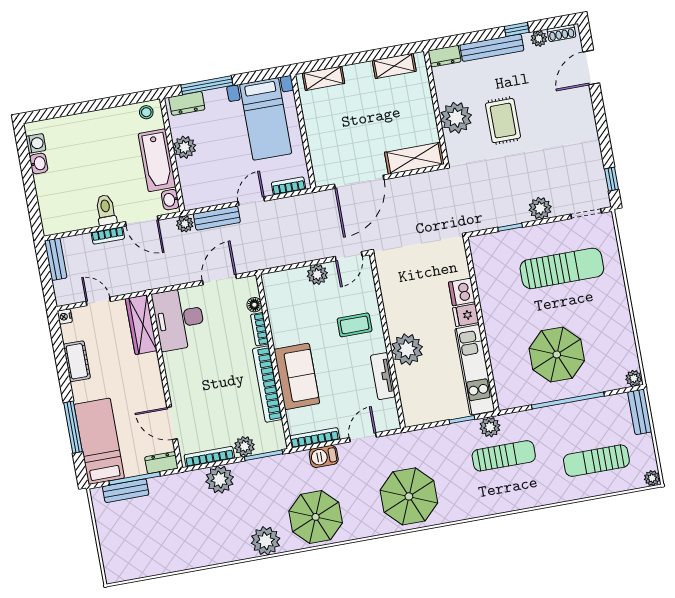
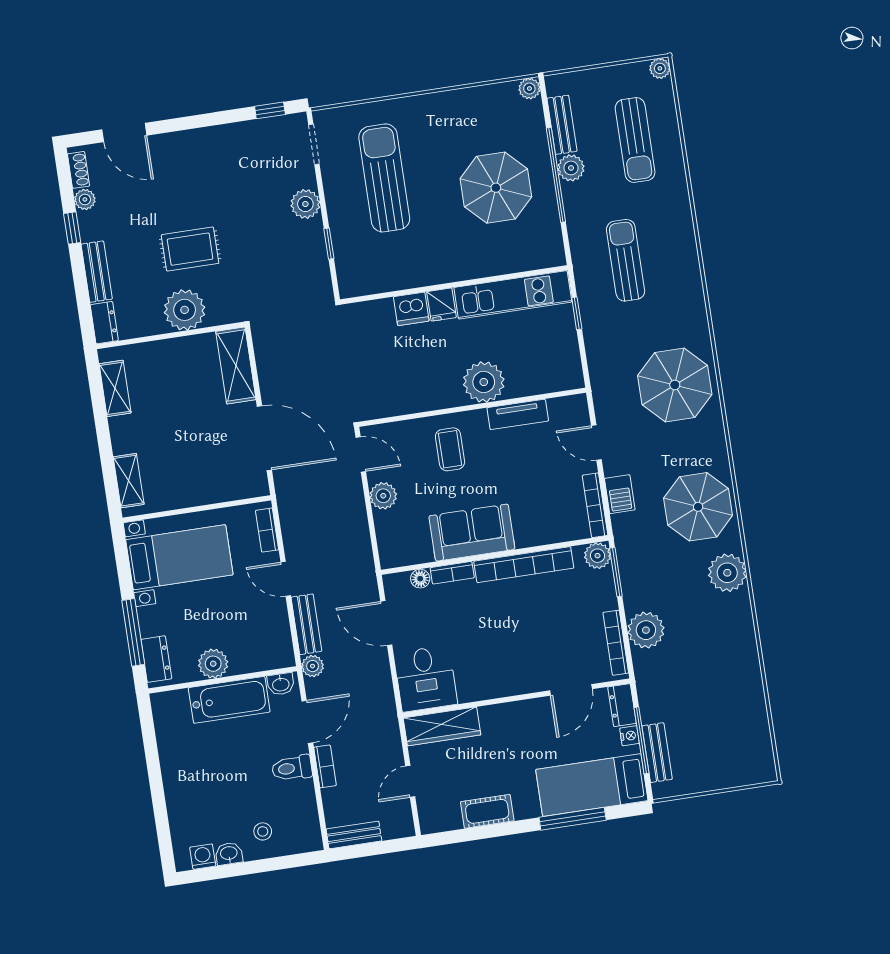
bench: (492, 48) -> (97, 272), width x0.73
stool: (146, 112) -> (263, 831), moved
nightstand: (65, 317) -> (629, 736), moved, turned -90
desk: (179, 319) -> (426, 679), width x0.73
sofa: (297, 376) -> (472, 533), moved
bench: (640, 412) -> (562, 125), moved, turned 90
plant: (490, 427) -> (571, 168), moved
plant: (244, 446) -> (598, 556), moved

